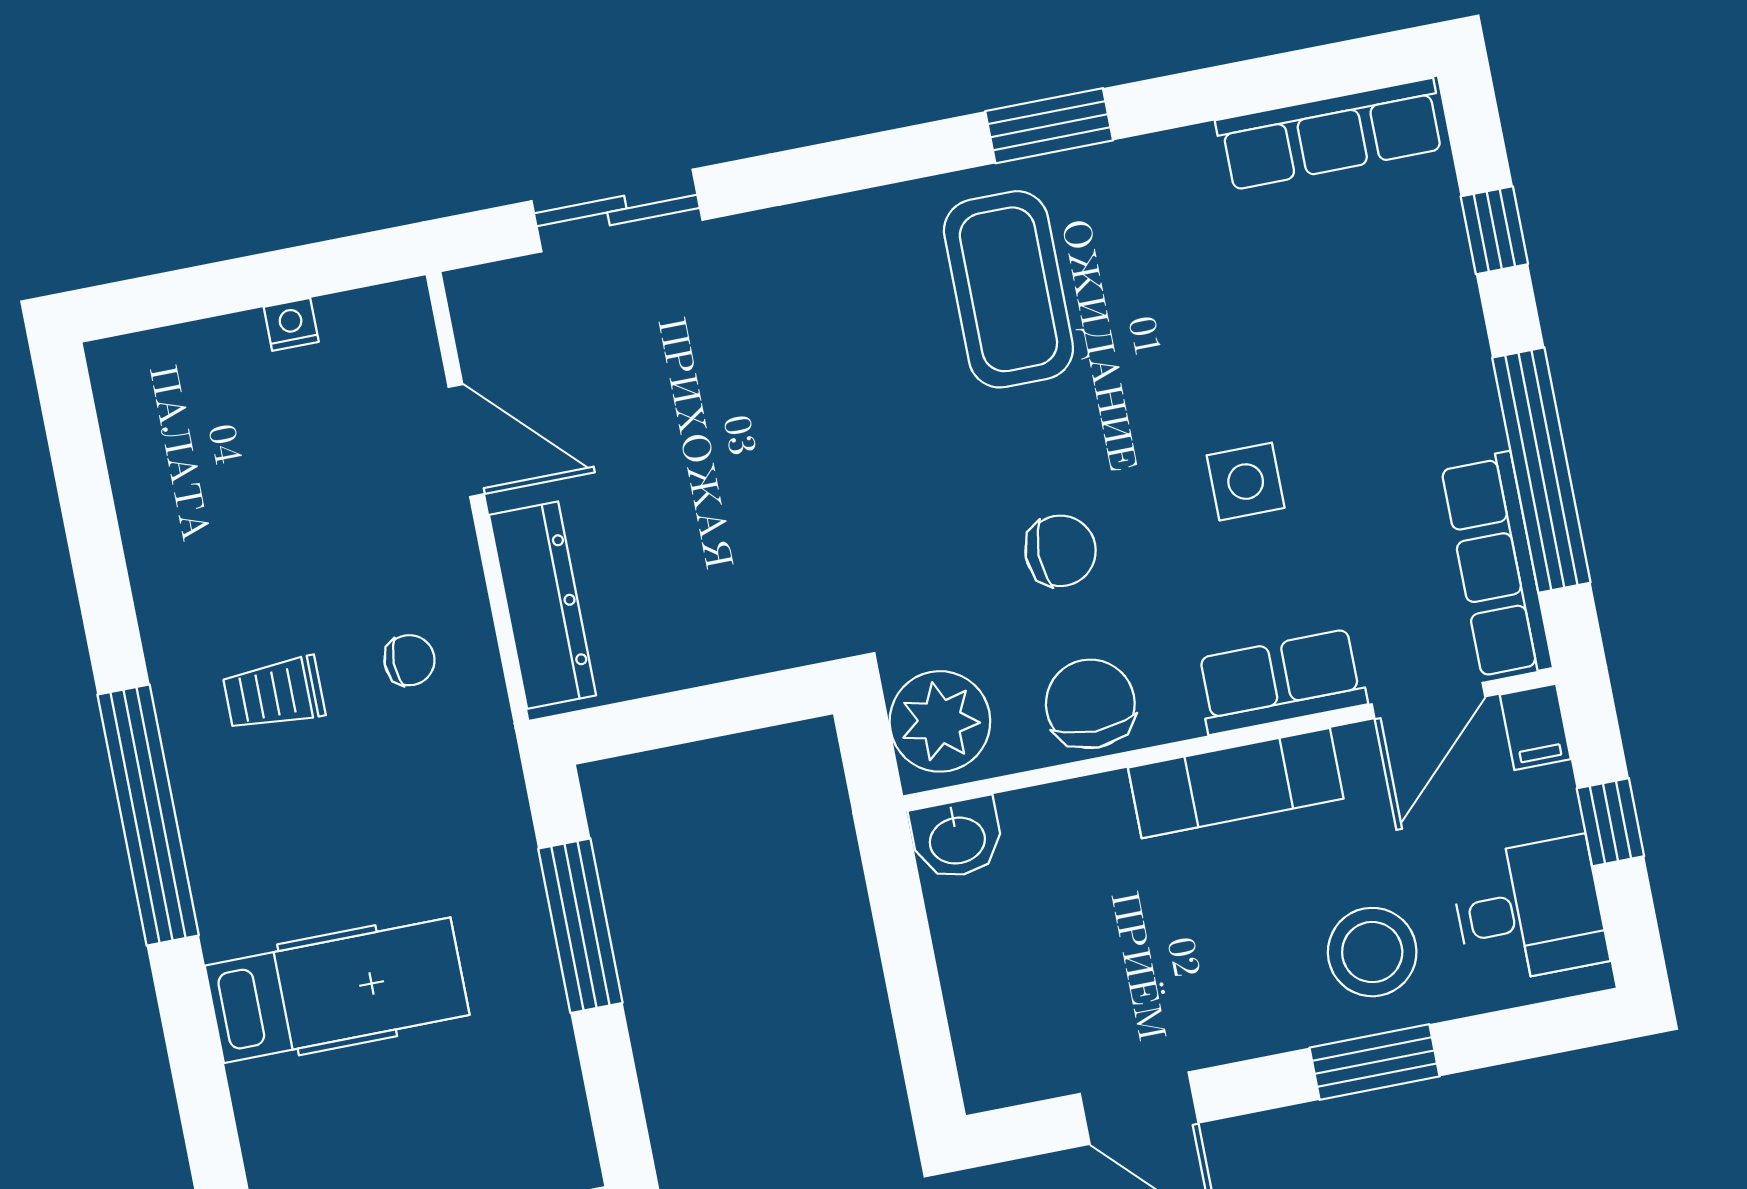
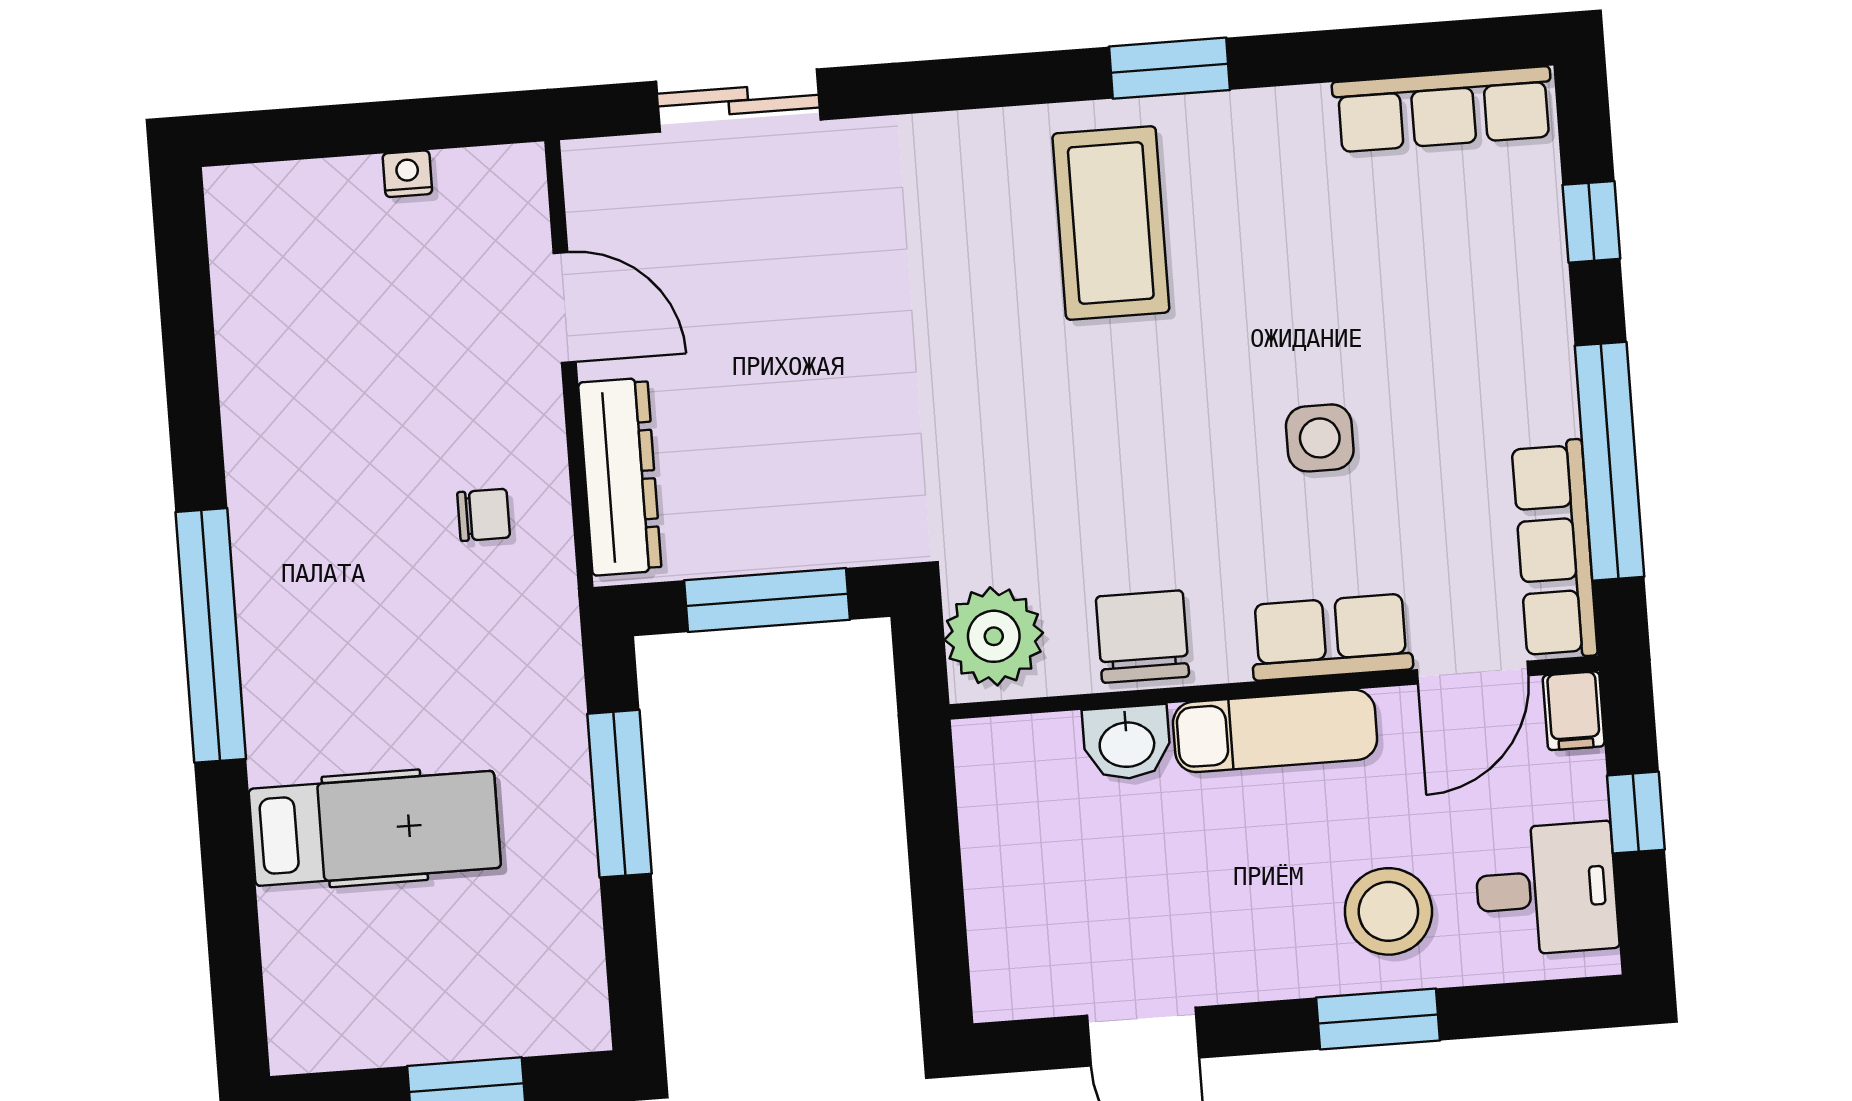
chair: (1060, 551) -> (1131, 484), removed
trolley: (274, 694) -> (348, 532), removed
window: (706, 712) -> (767, 600), added
washbasin: (957, 838) -> (1127, 743), moved

